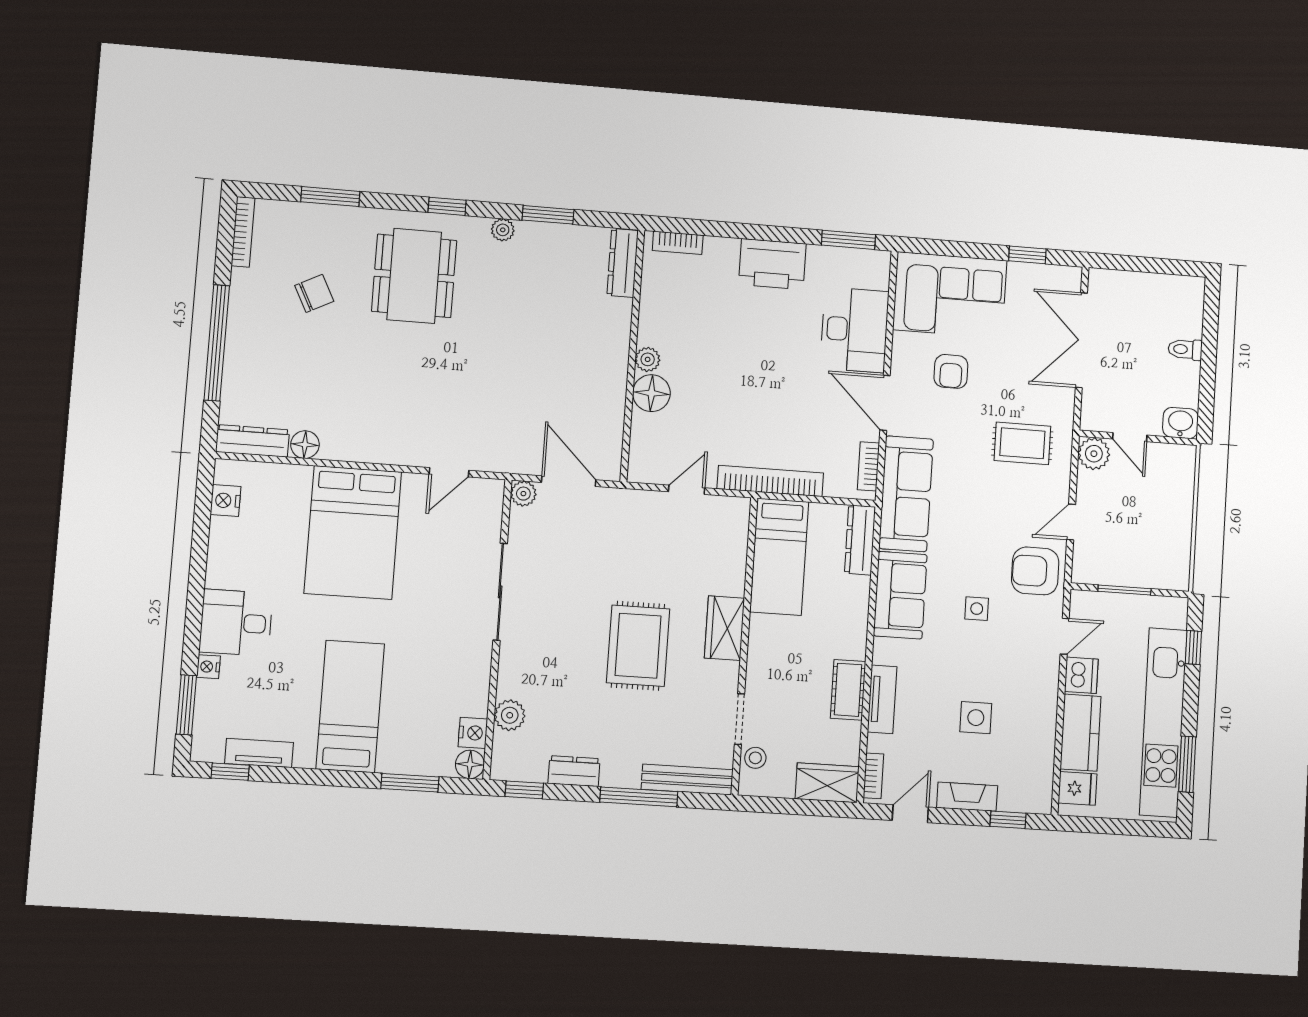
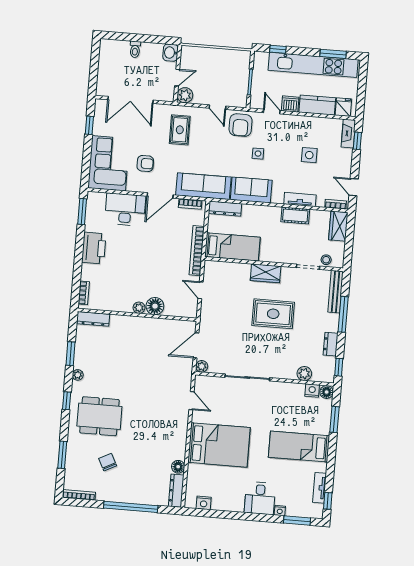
fireplace: (967, 797) -> (348, 133), moved

